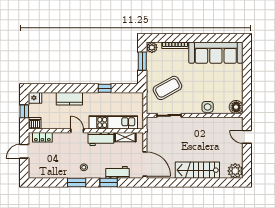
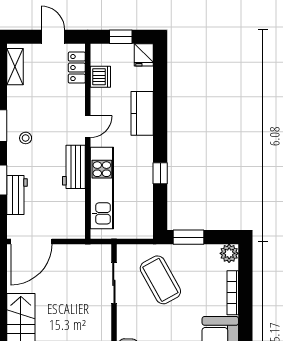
window: (142, 61) -> (188, 237), moved
dishwasher: (35, 123) -> (100, 77), moved
shelving: (125, 137) -> (15, 67), moved

